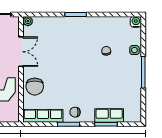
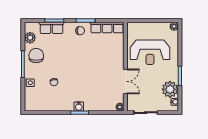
water cooler: (136, 22) -> (79, 106), moved
double door: (21, 52) -> (125, 81), swing flipped
chair: (35, 87) -> (36, 56), moved
plant: (135, 104) -> (30, 38), added

